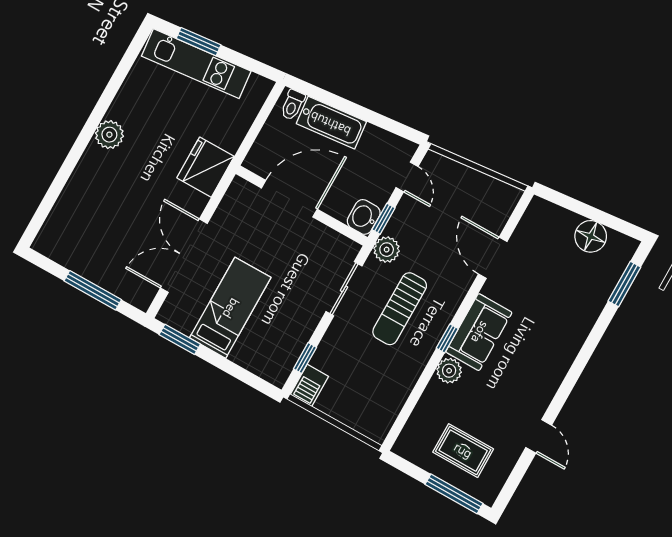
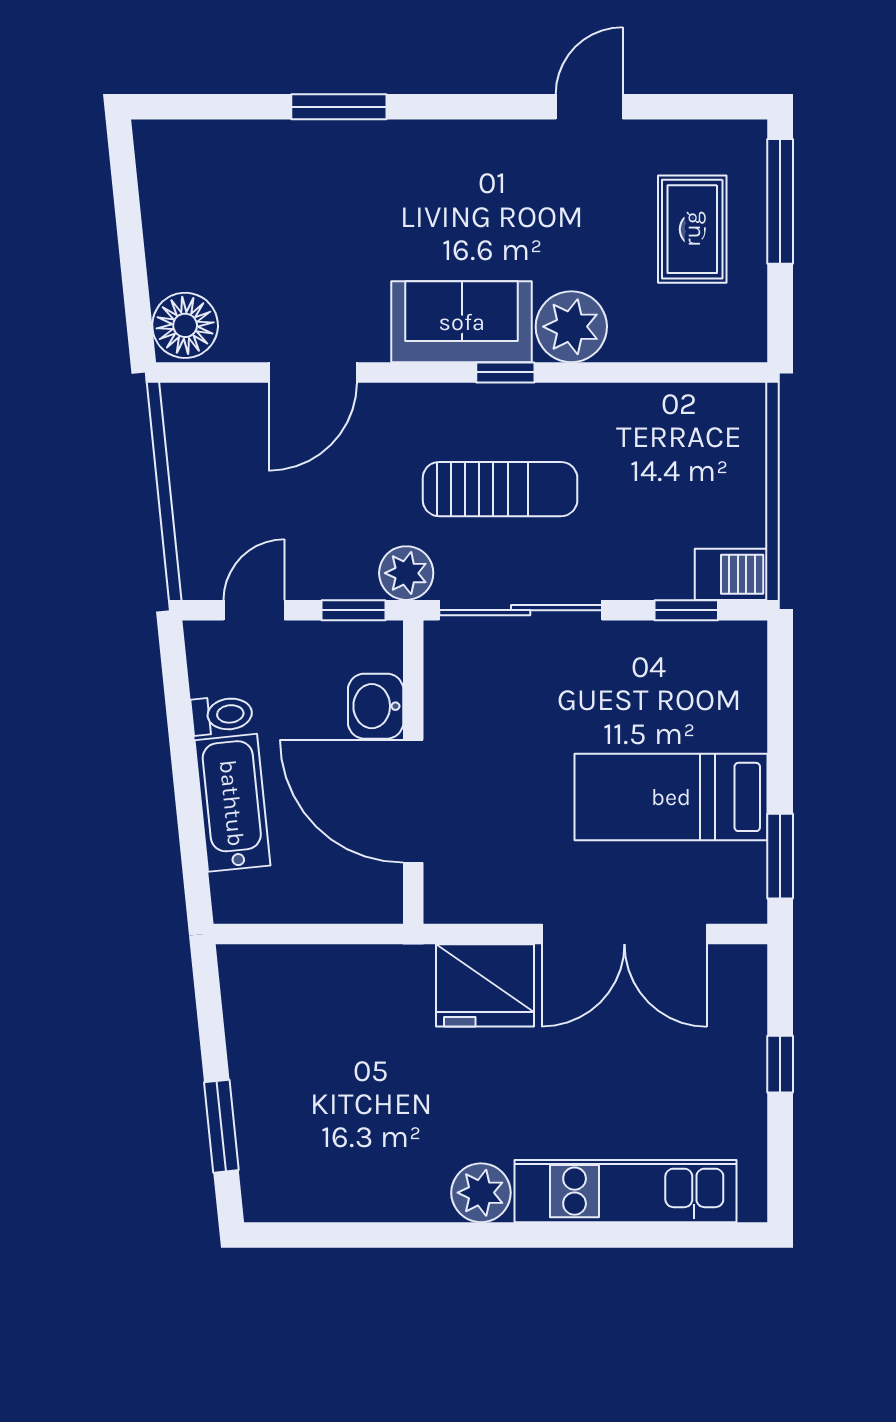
kitchen unit: (196, 64) -> (626, 1191), moved, turned -84
toilet: (293, 105) -> (222, 715), moved
fridge: (205, 167) -> (485, 985), moved
washbasin: (364, 217) -> (376, 706), moved, turned 90
floor lamp: (591, 236) -> (185, 325), moved
window: (624, 284) -> (339, 107), moved
sliding door: (344, 289) -> (521, 610), width x1.37
window: (93, 290) -> (780, 1064), width x0.46
plant: (449, 371) -> (571, 327), width x1.36, depth x1.36

